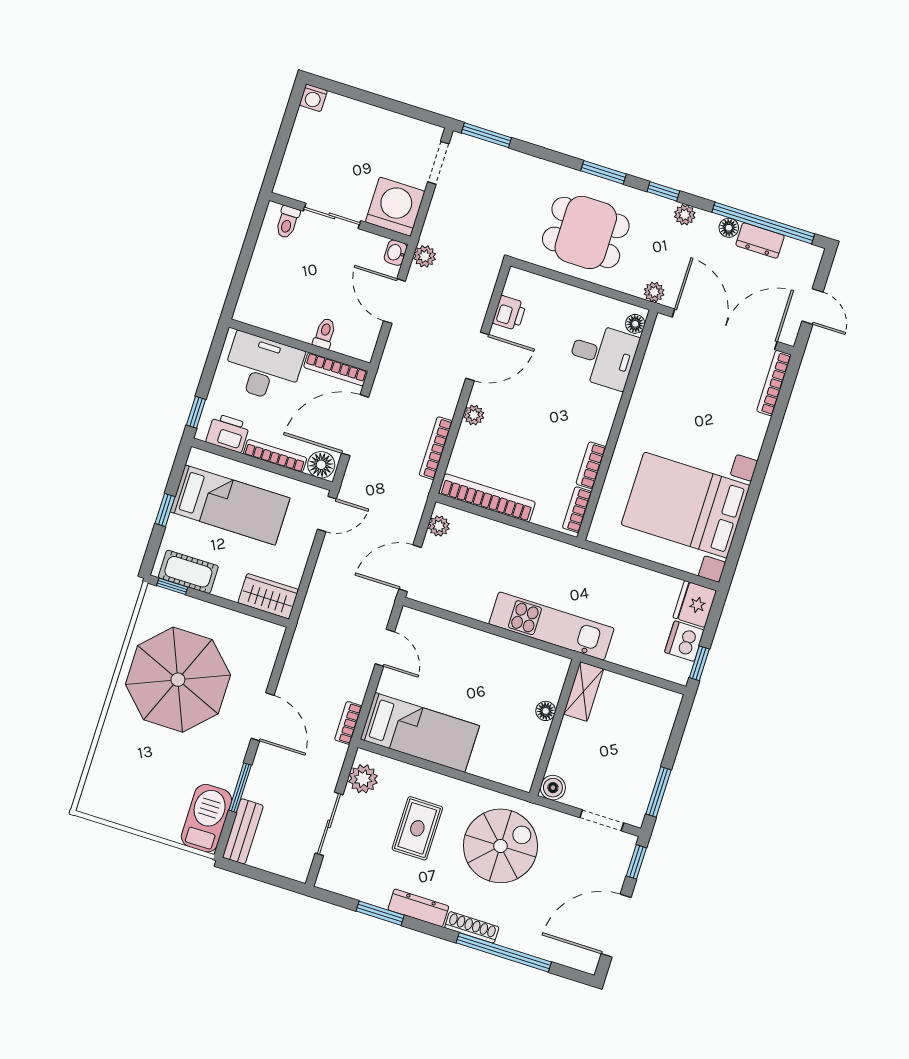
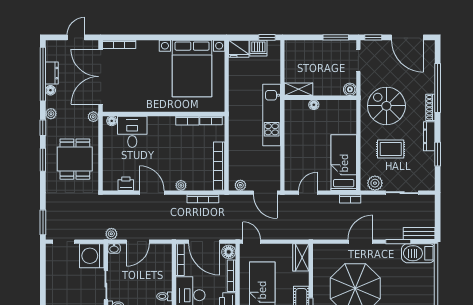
toilet: (325, 333) -> (164, 296), moved

